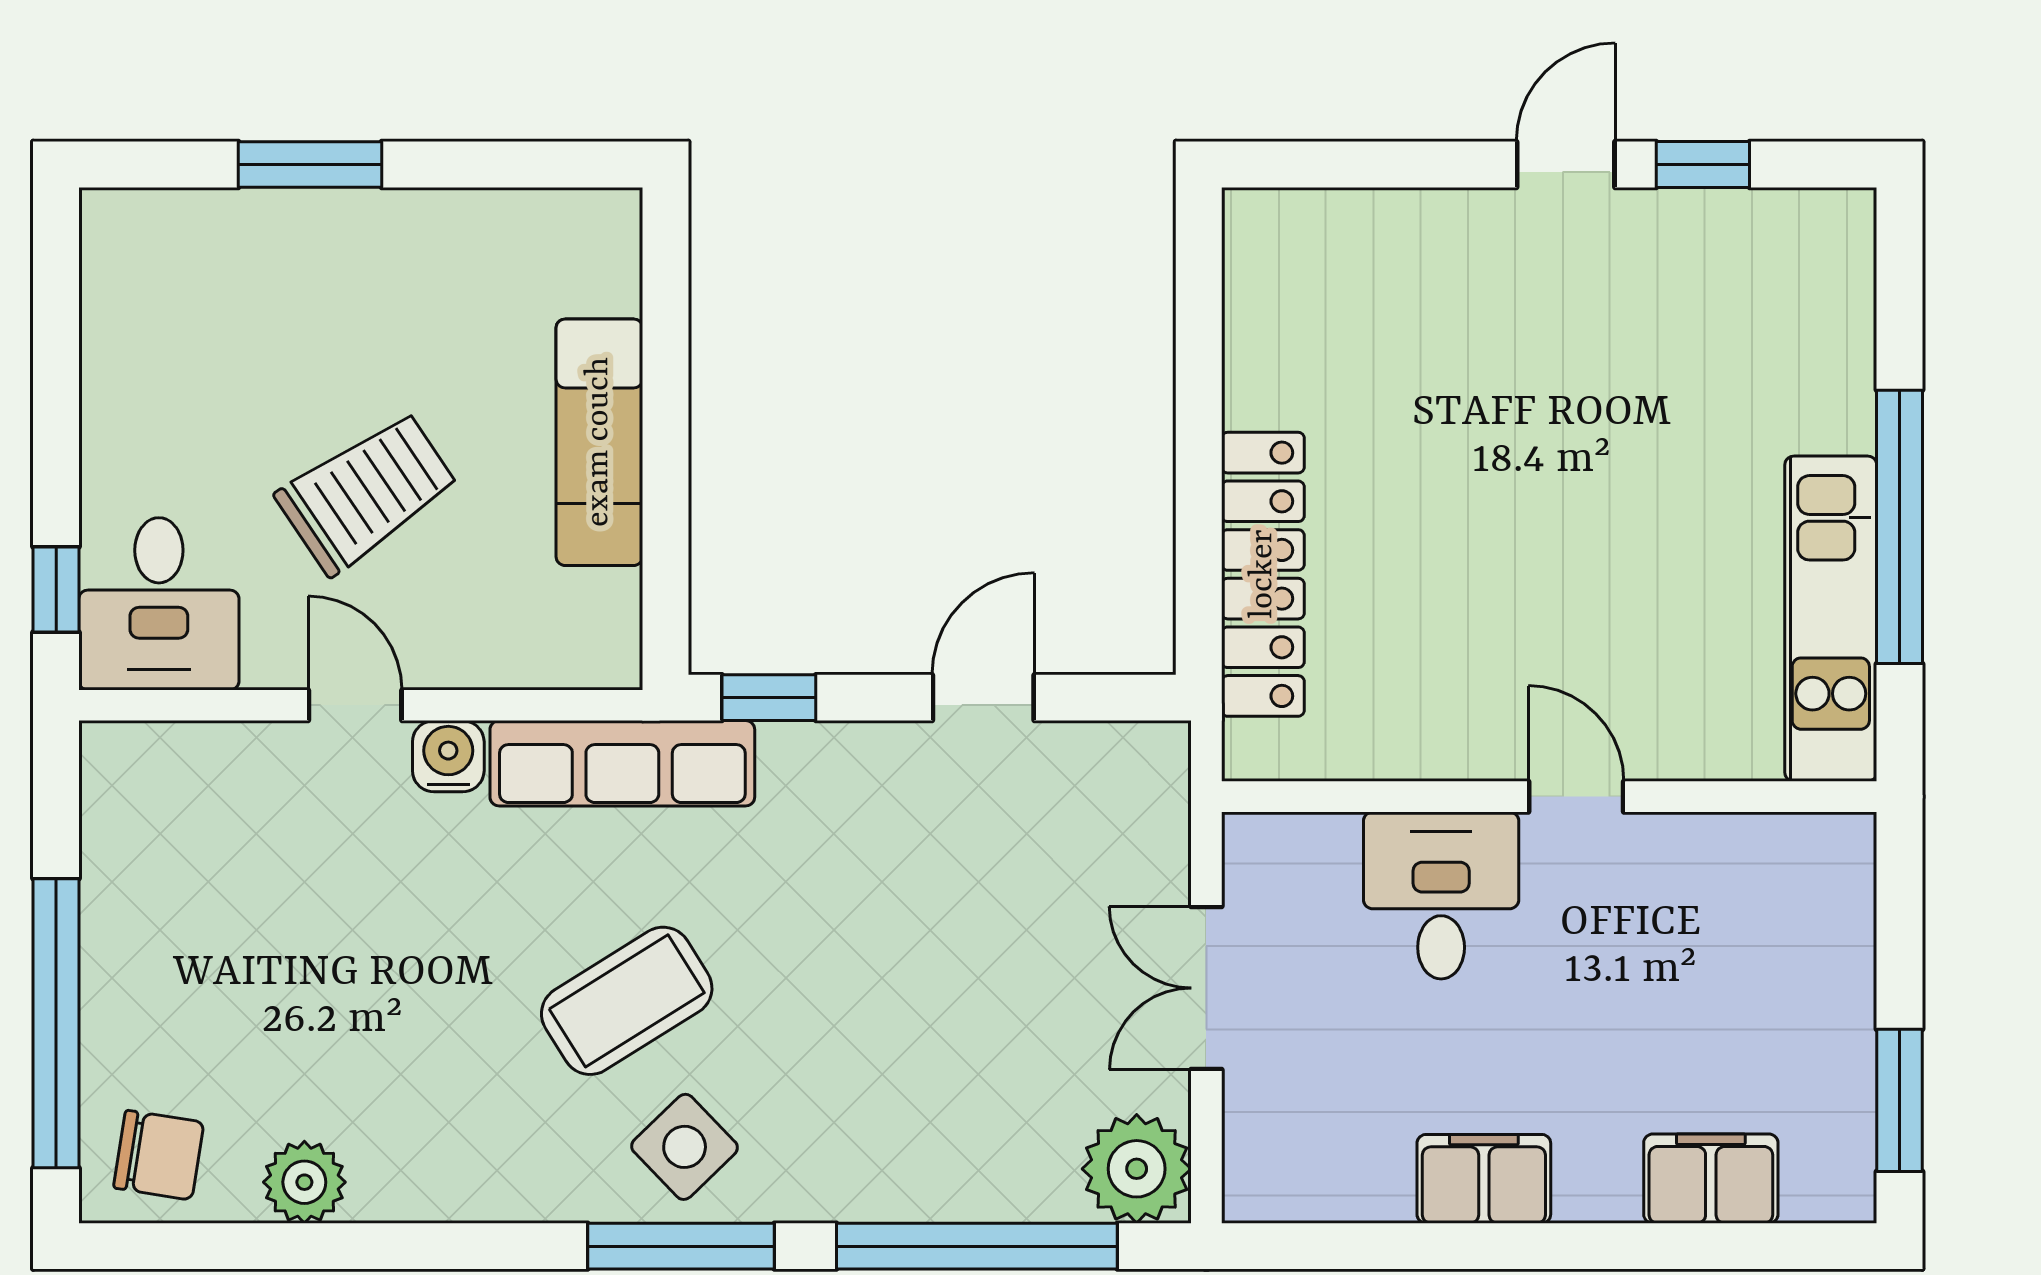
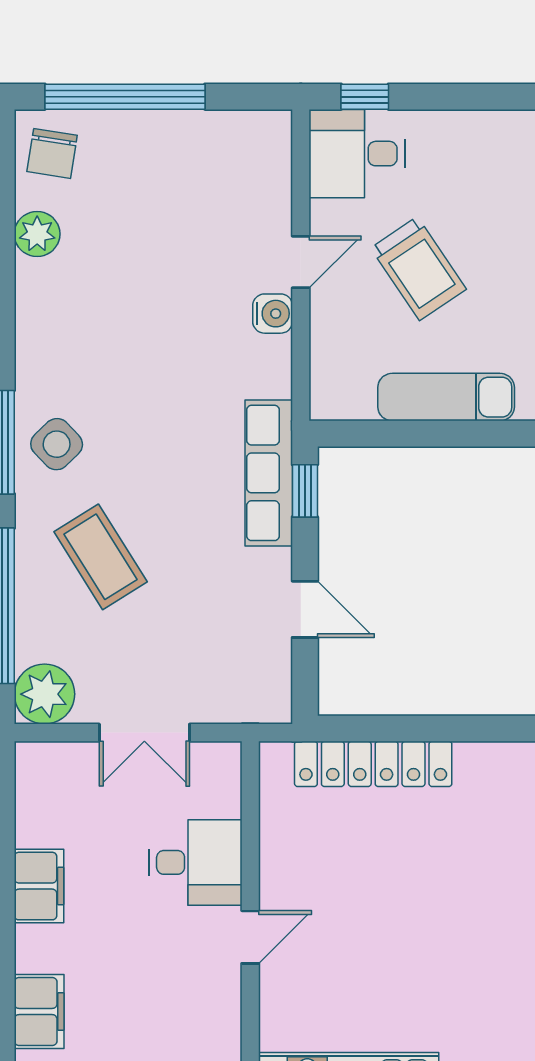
row of seats: (622, 763) -> (269, 473), moved
double door: (1206, 988) -> (144, 733), swing flipped
coffee table: (627, 1001) -> (101, 557), moved

